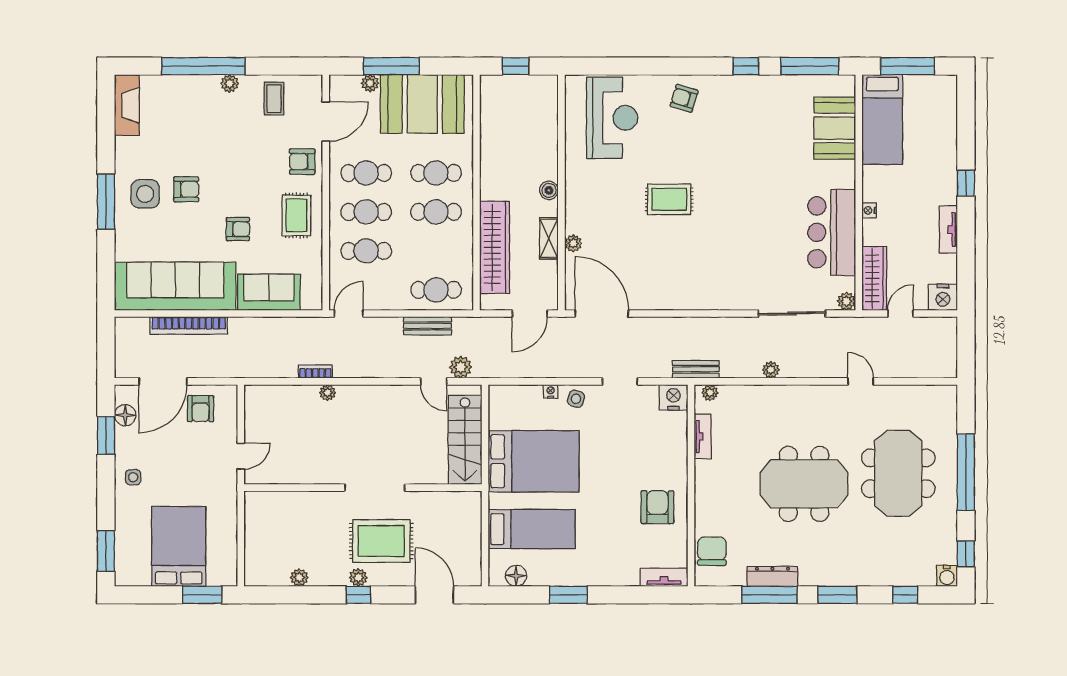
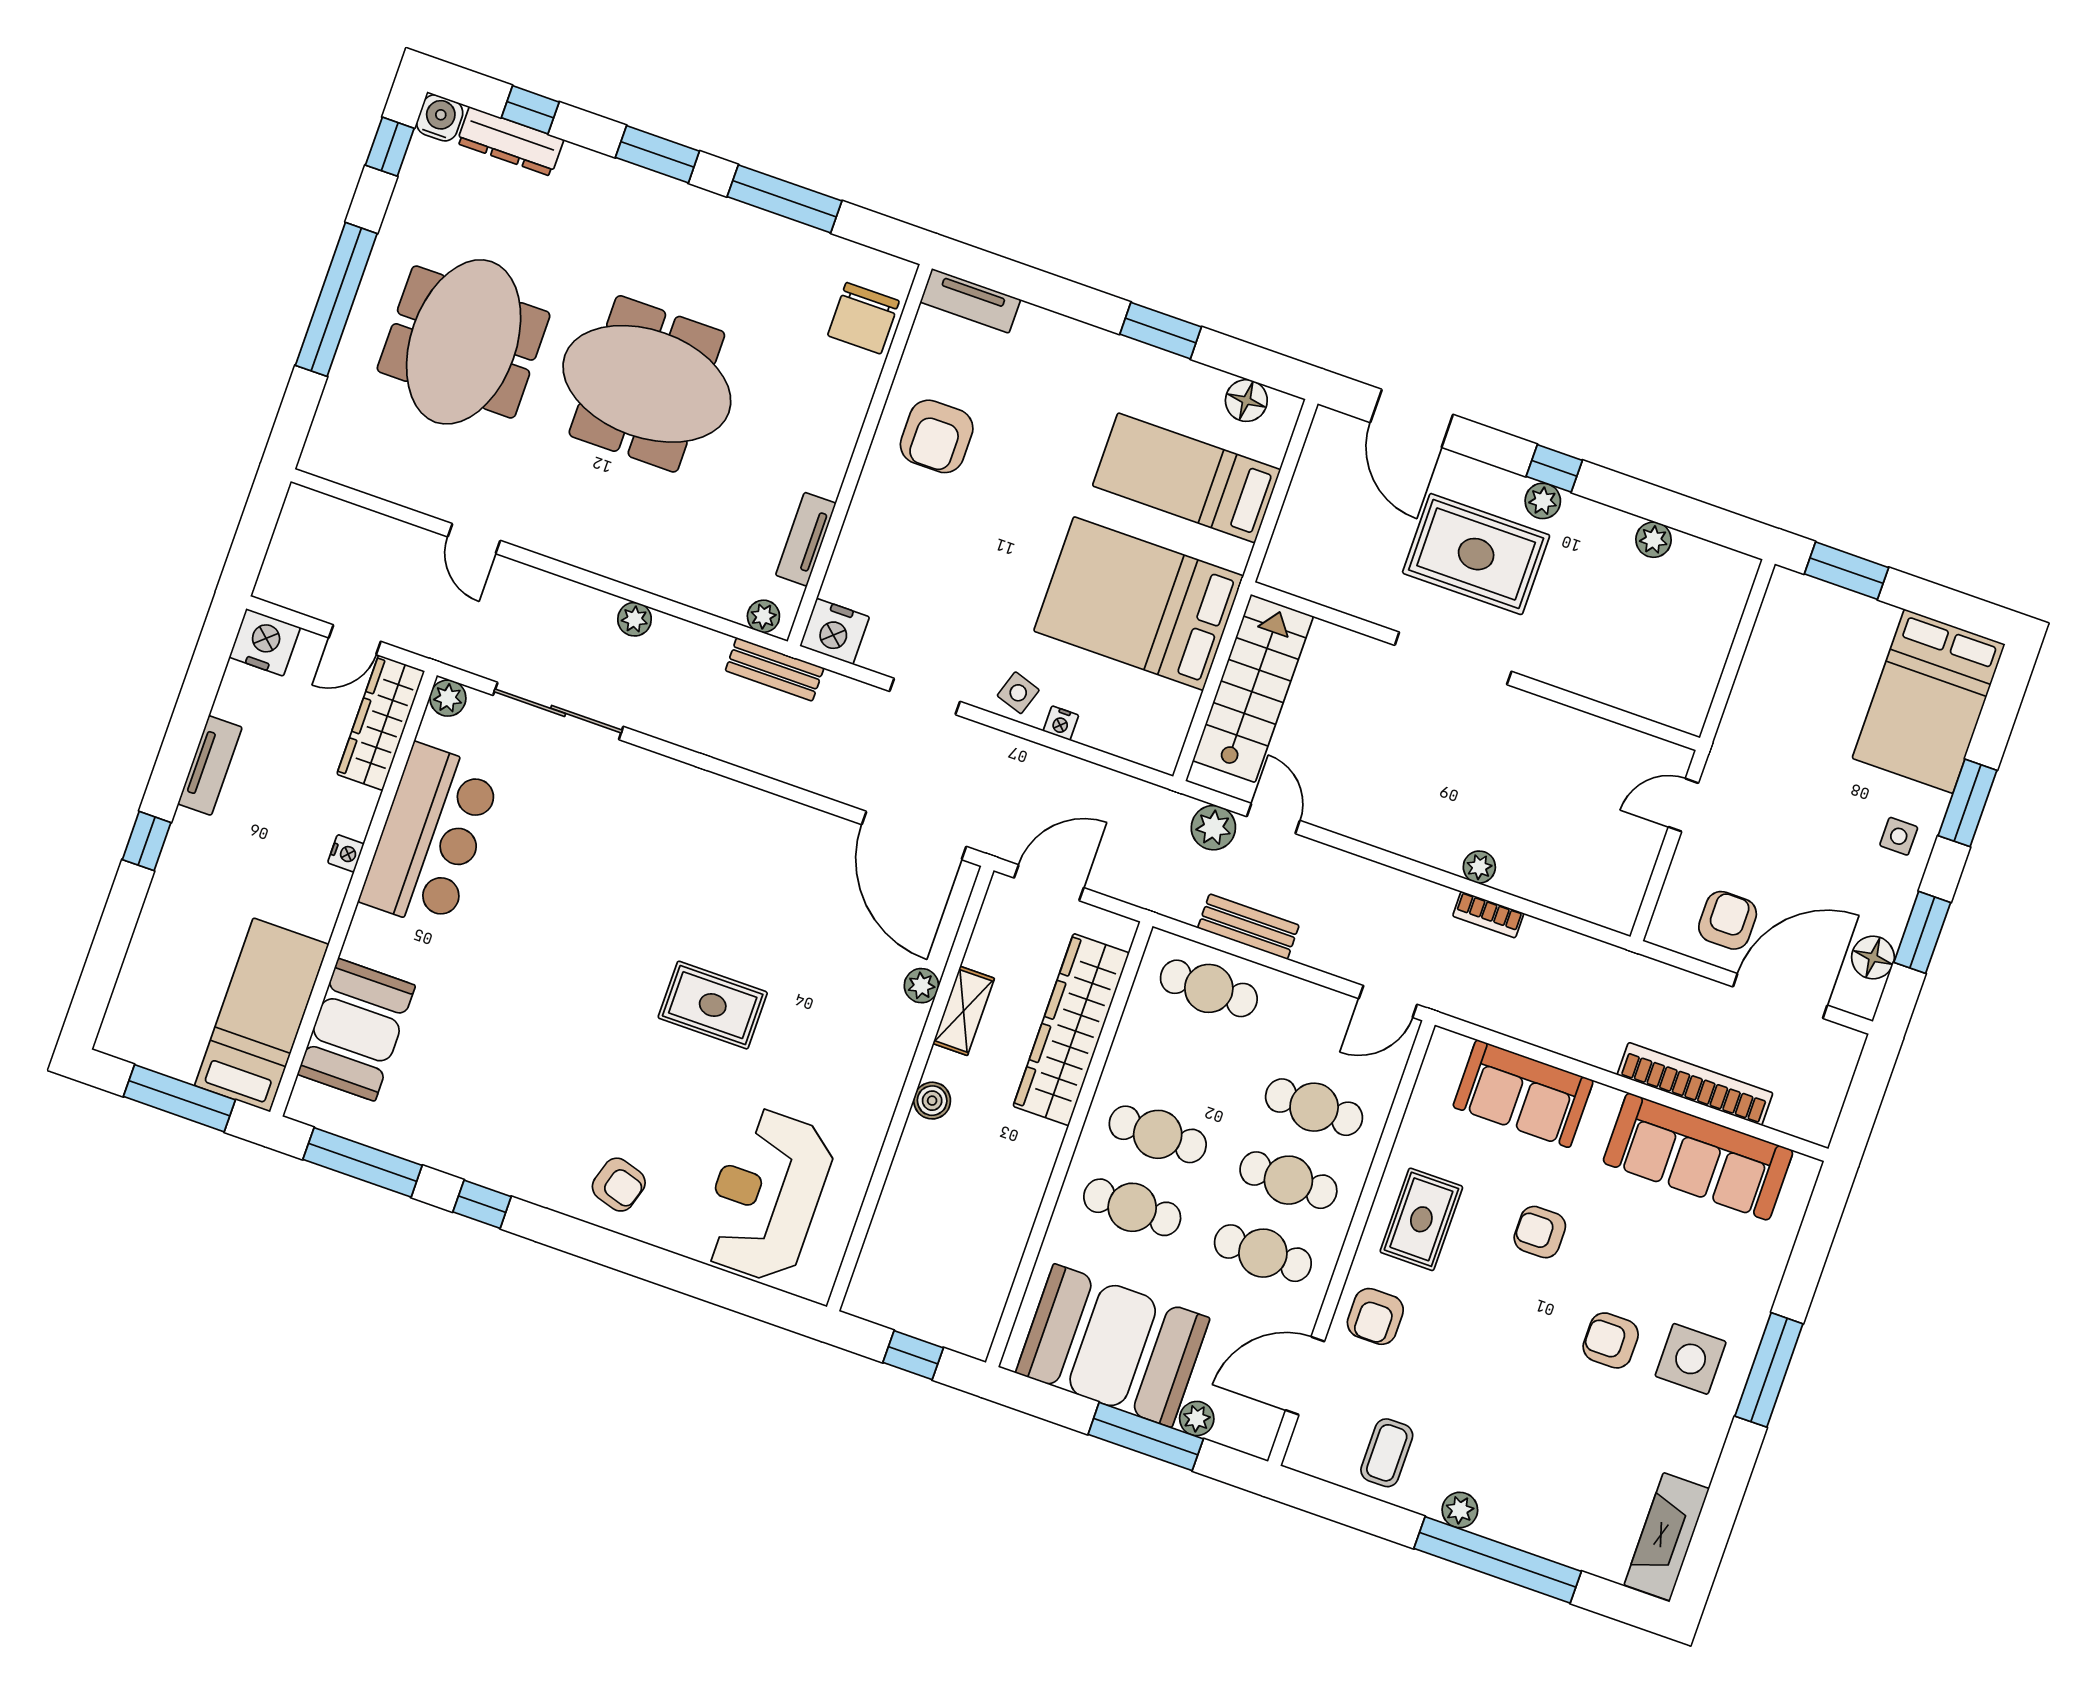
armchair: (302, 162) -> (1375, 1316), turned 90
sofa: (175, 286) -> (1698, 1157), width x0.74, depth x0.79
bed: (179, 546) -> (1929, 701), moved
window: (106, 551) -> (1968, 803), moved
dresser: (772, 576) -> (510, 141), moved

